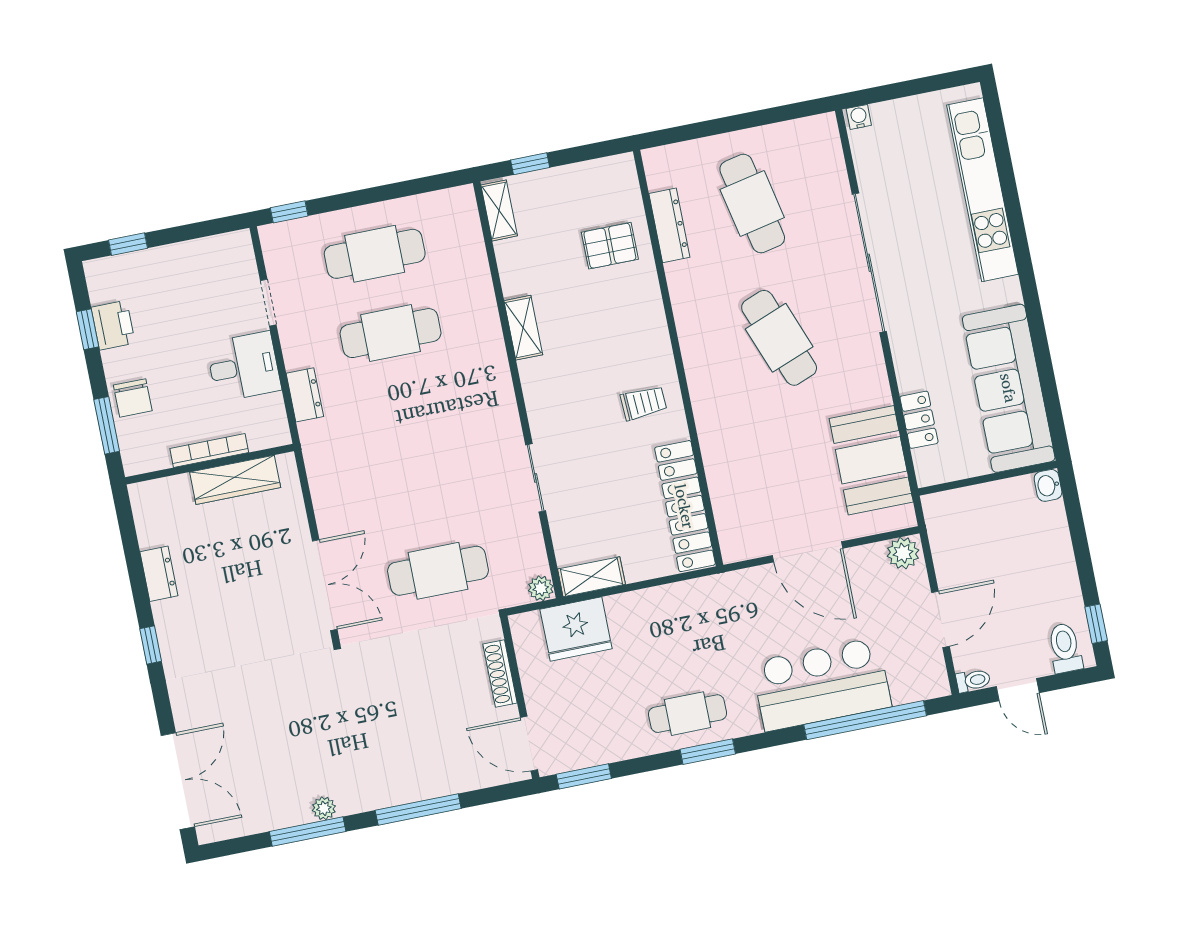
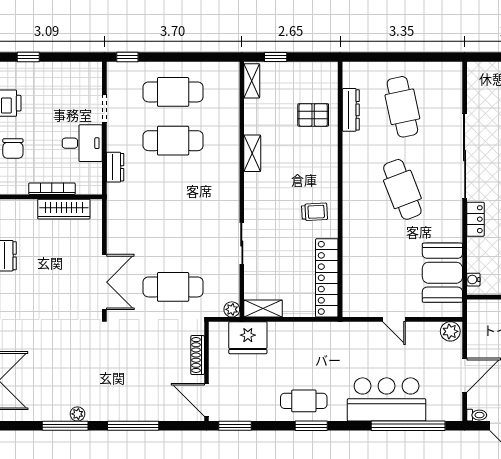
water cooler: (859, 117) -> (473, 280), moved, turned -90
locker: (919, 420) -> (475, 219), moved
door: (808, 552) -> (394, 319), width x0.53

